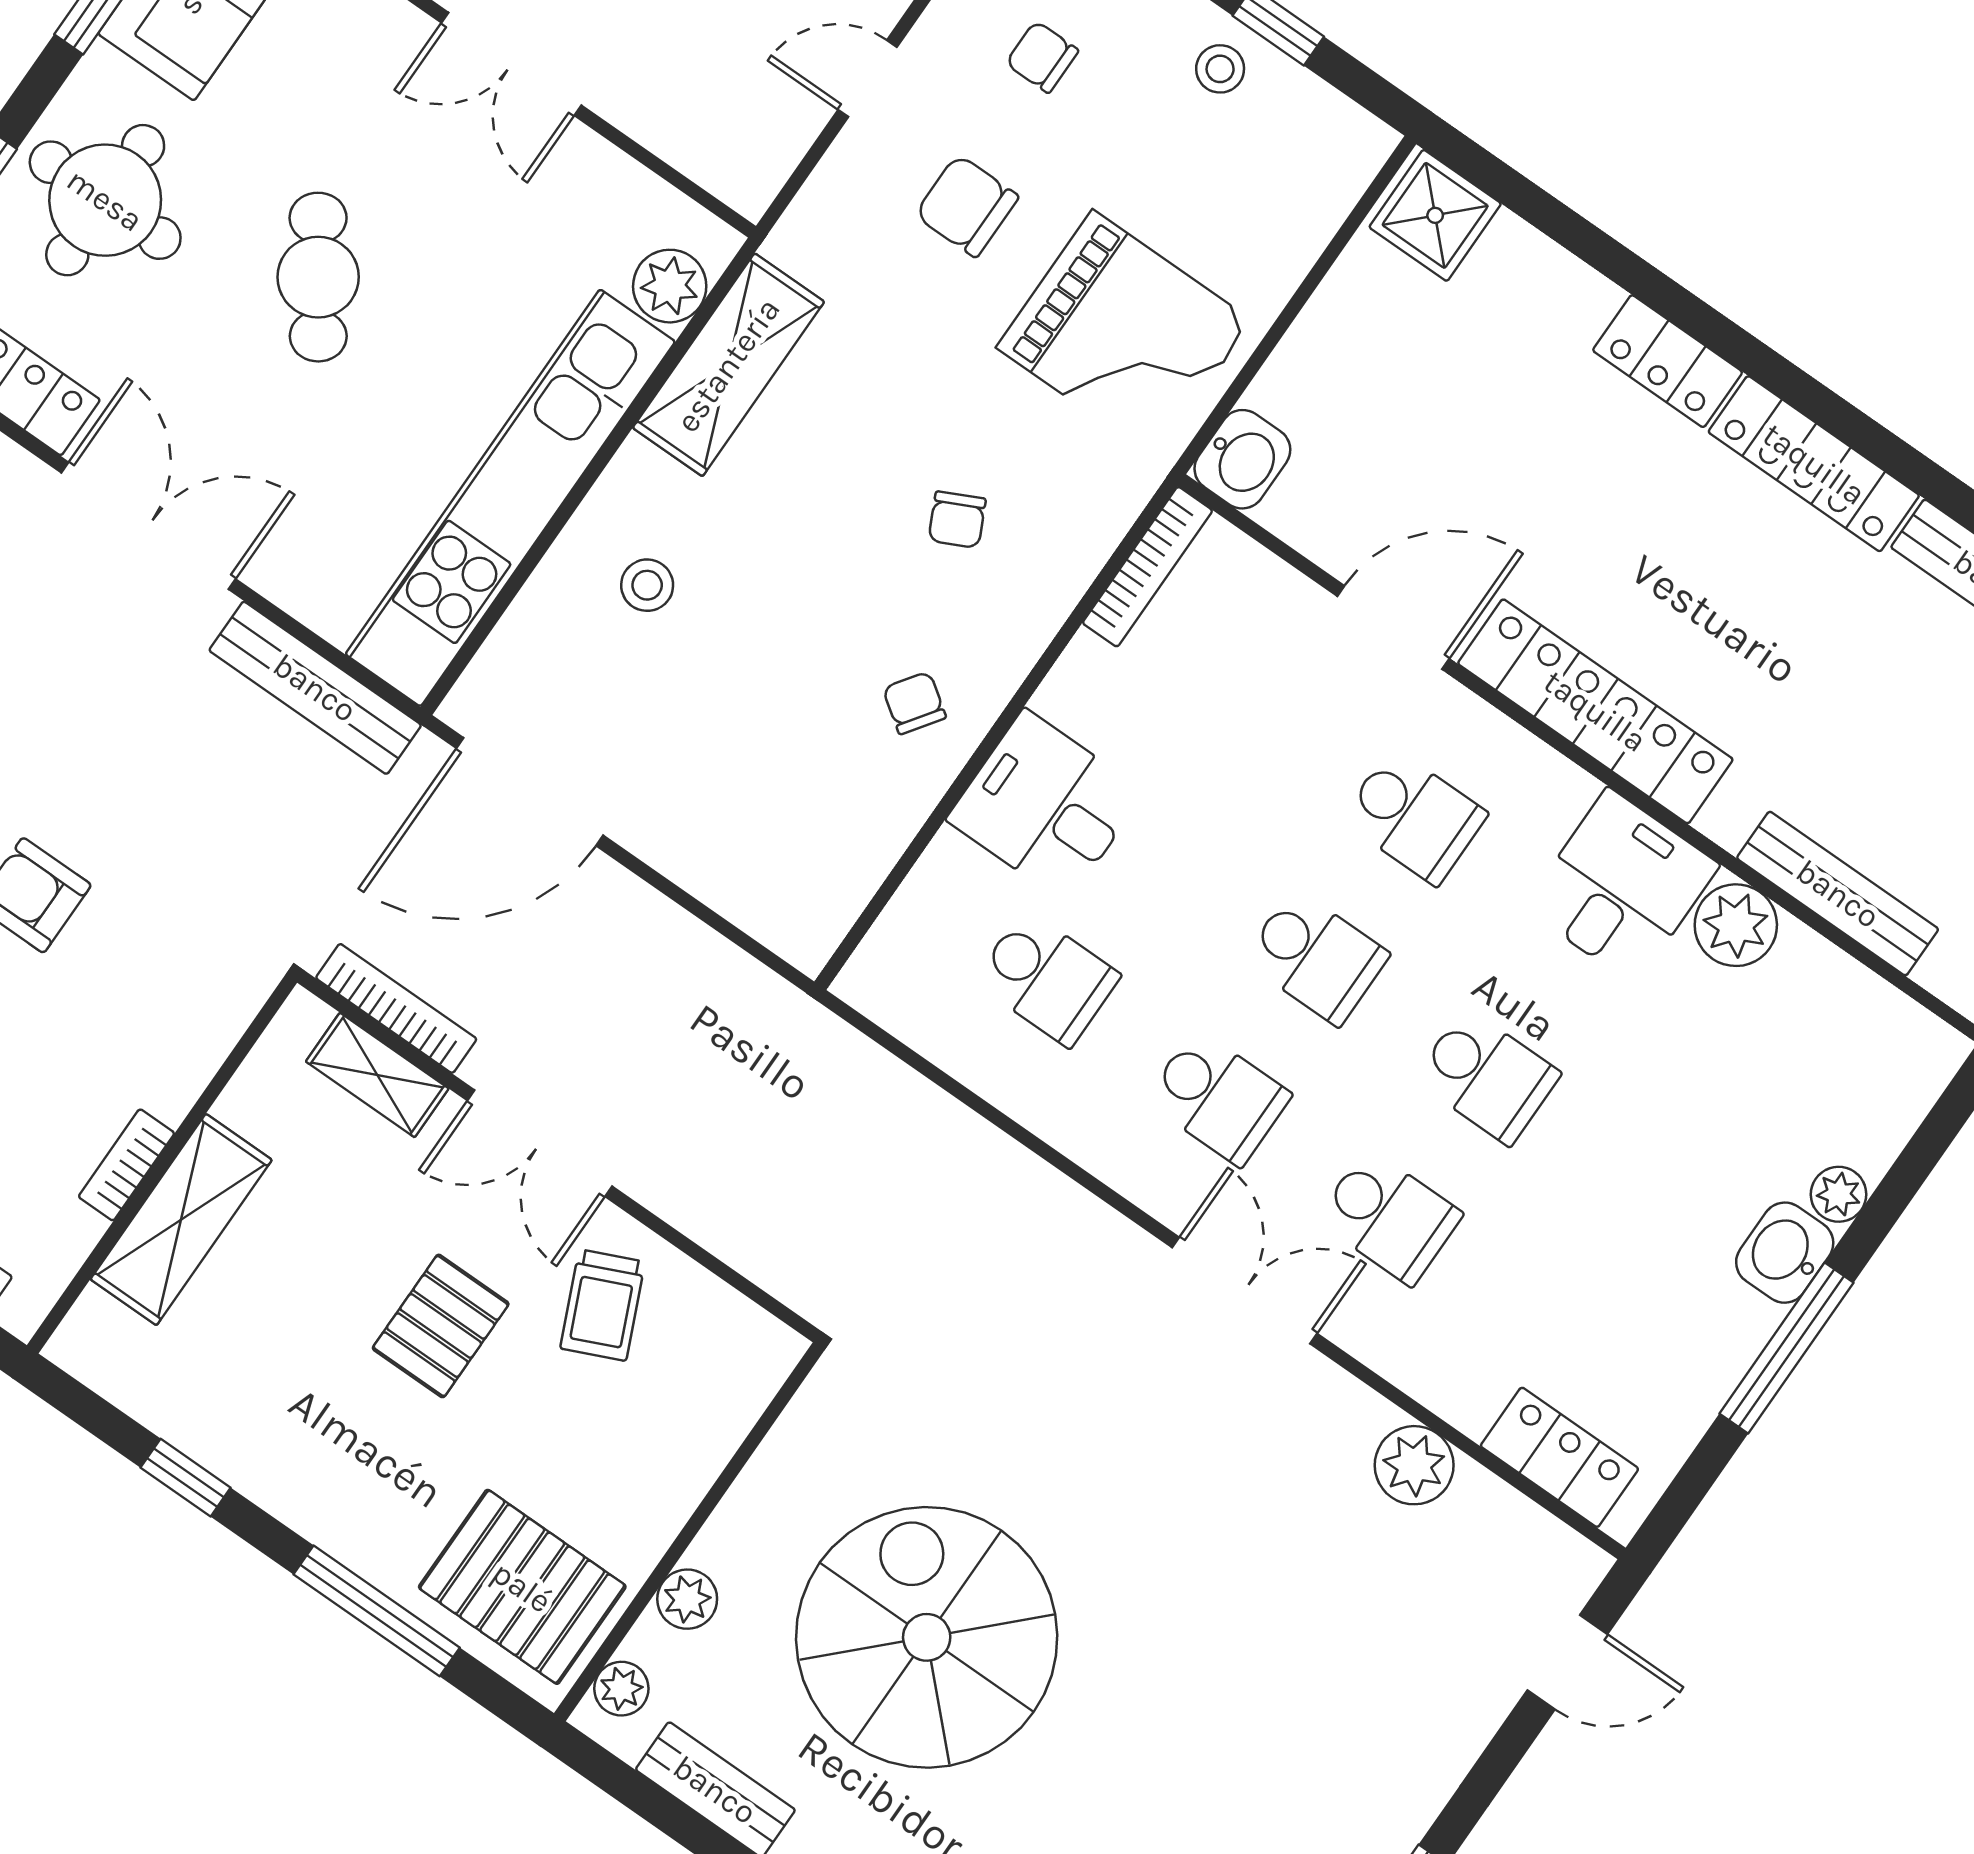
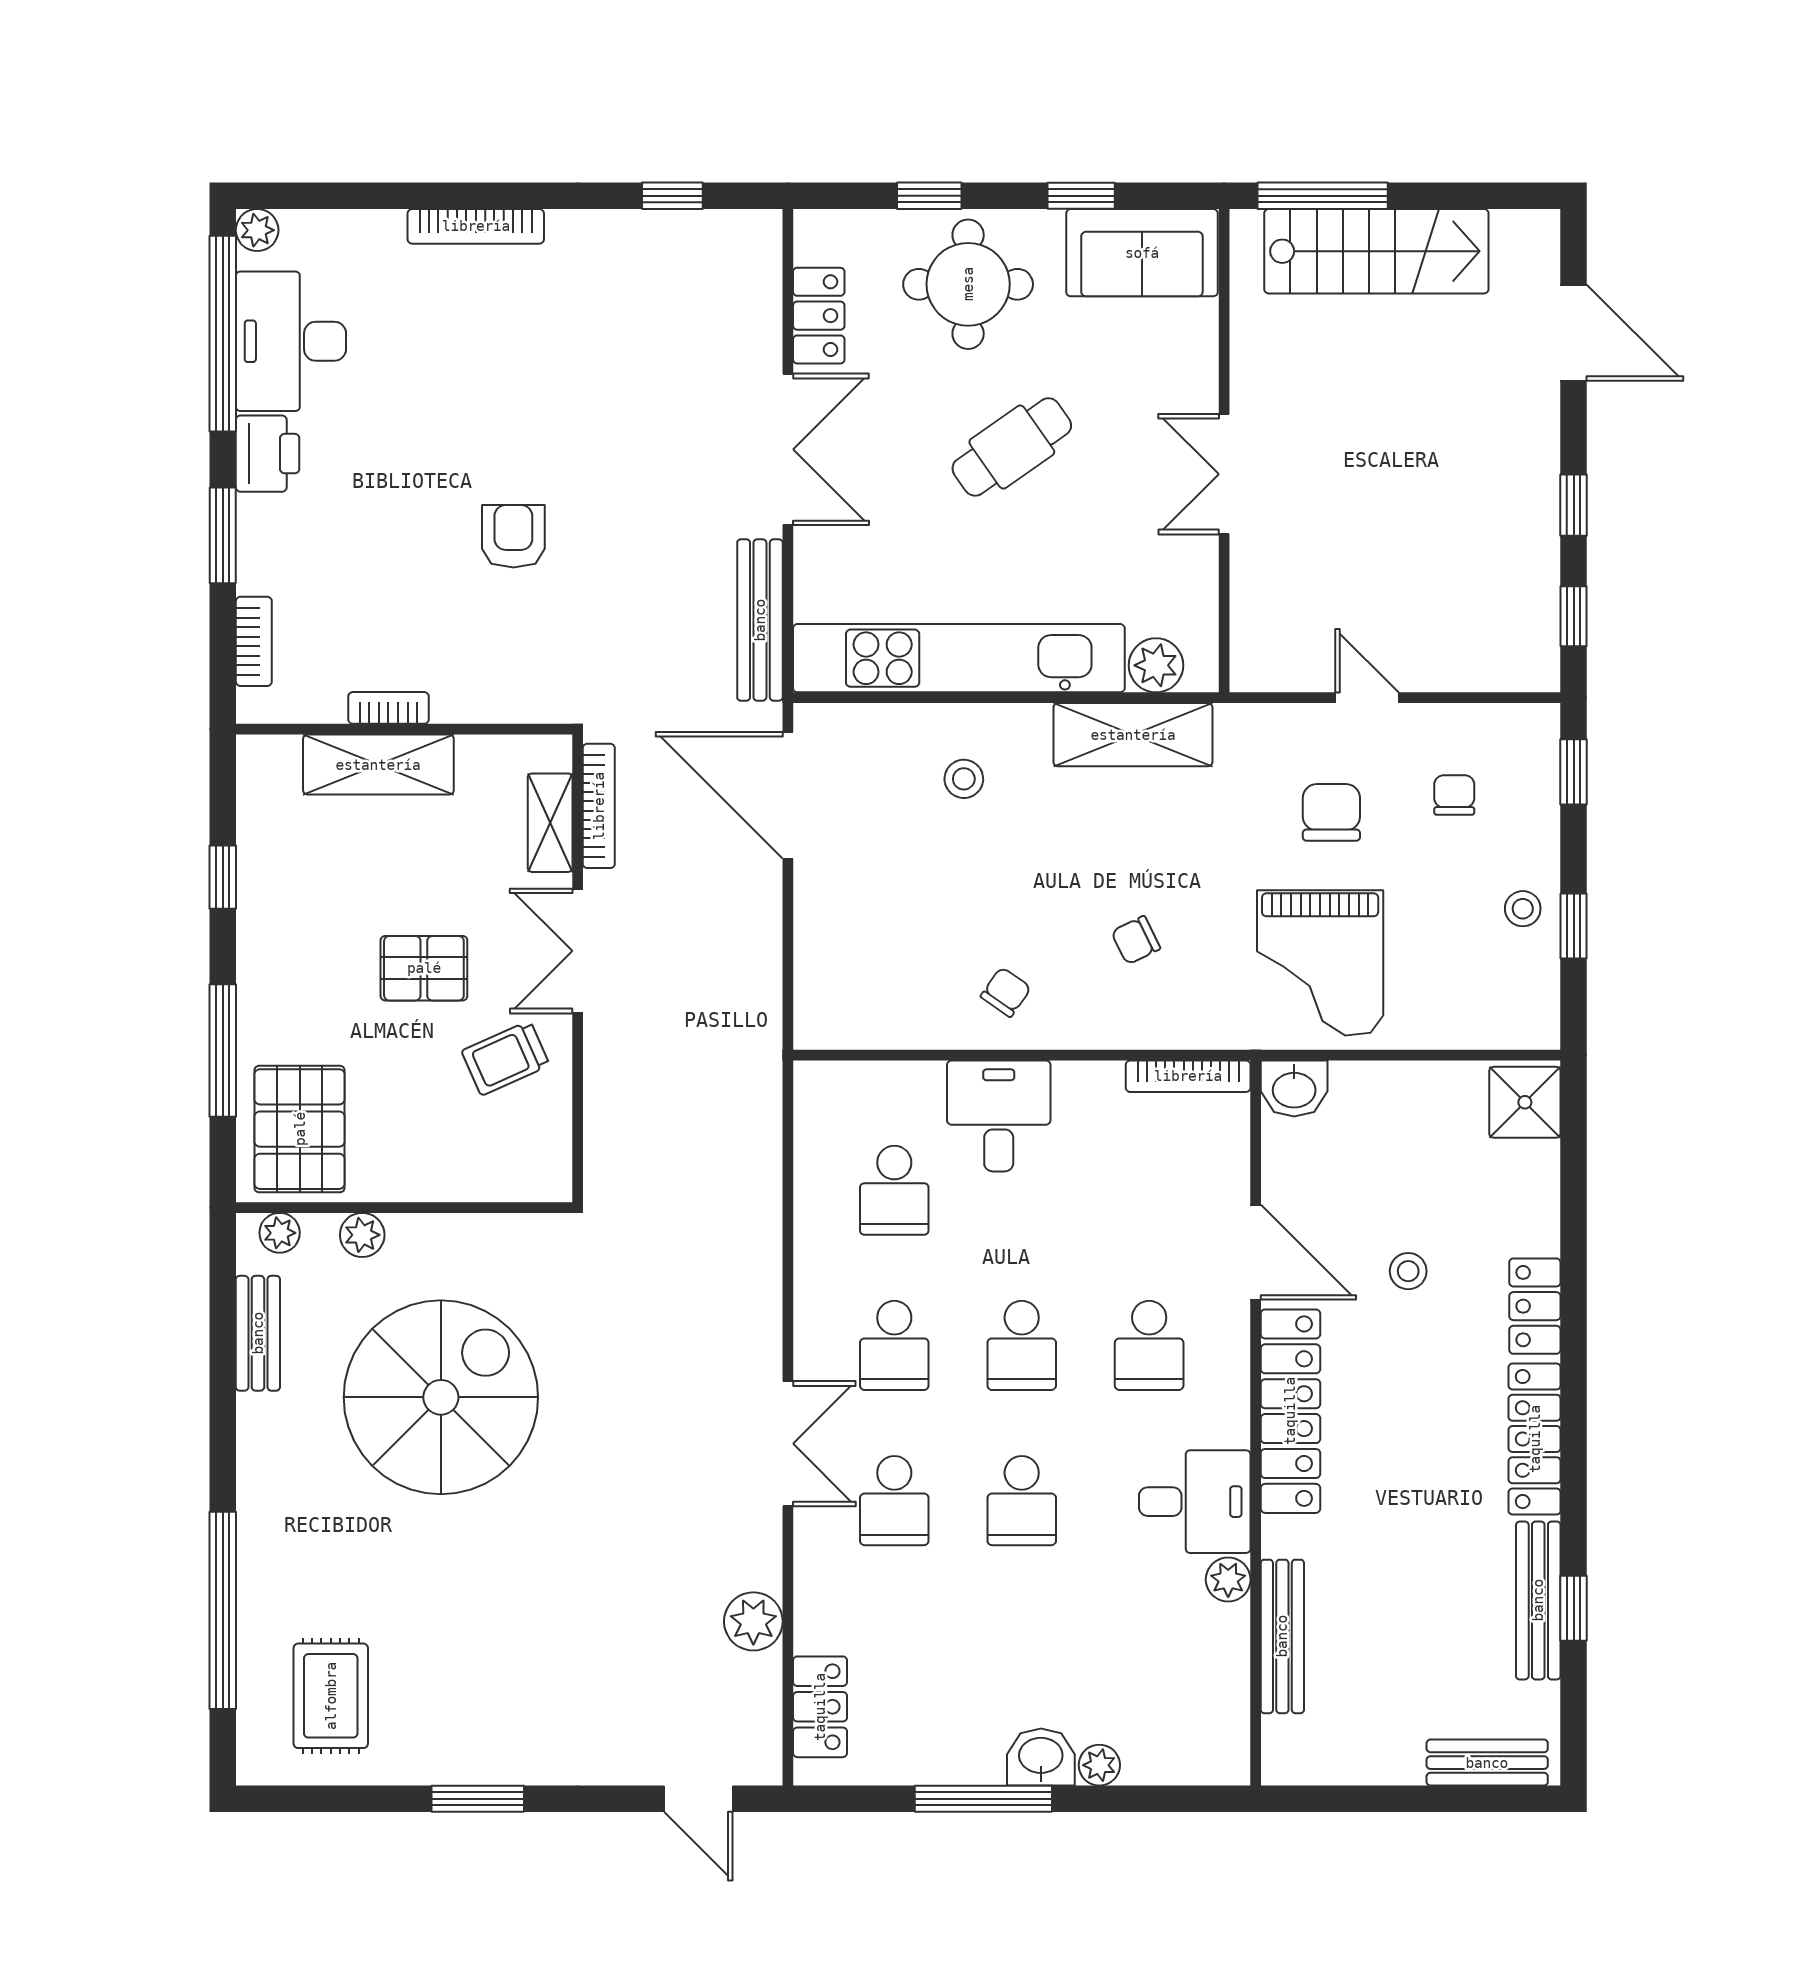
stool: (1532, 474) -> (1408, 1271), added
plant: (1736, 925) -> (1228, 1580), width x0.73, depth x0.73

